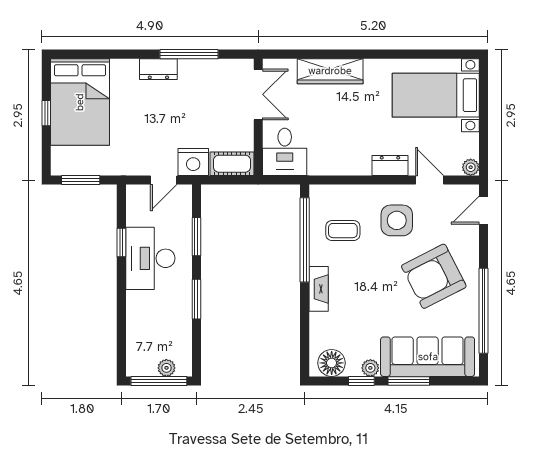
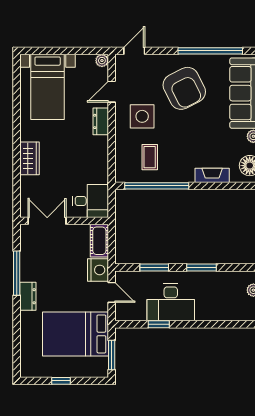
wardrobe: (330, 71) -> (30, 158), width x0.67
bed: (80, 102) -> (75, 334), moved, turned 180
door: (483, 210) -> (134, 51), swing flipped
fireplace: (319, 289) -> (212, 175), moved

